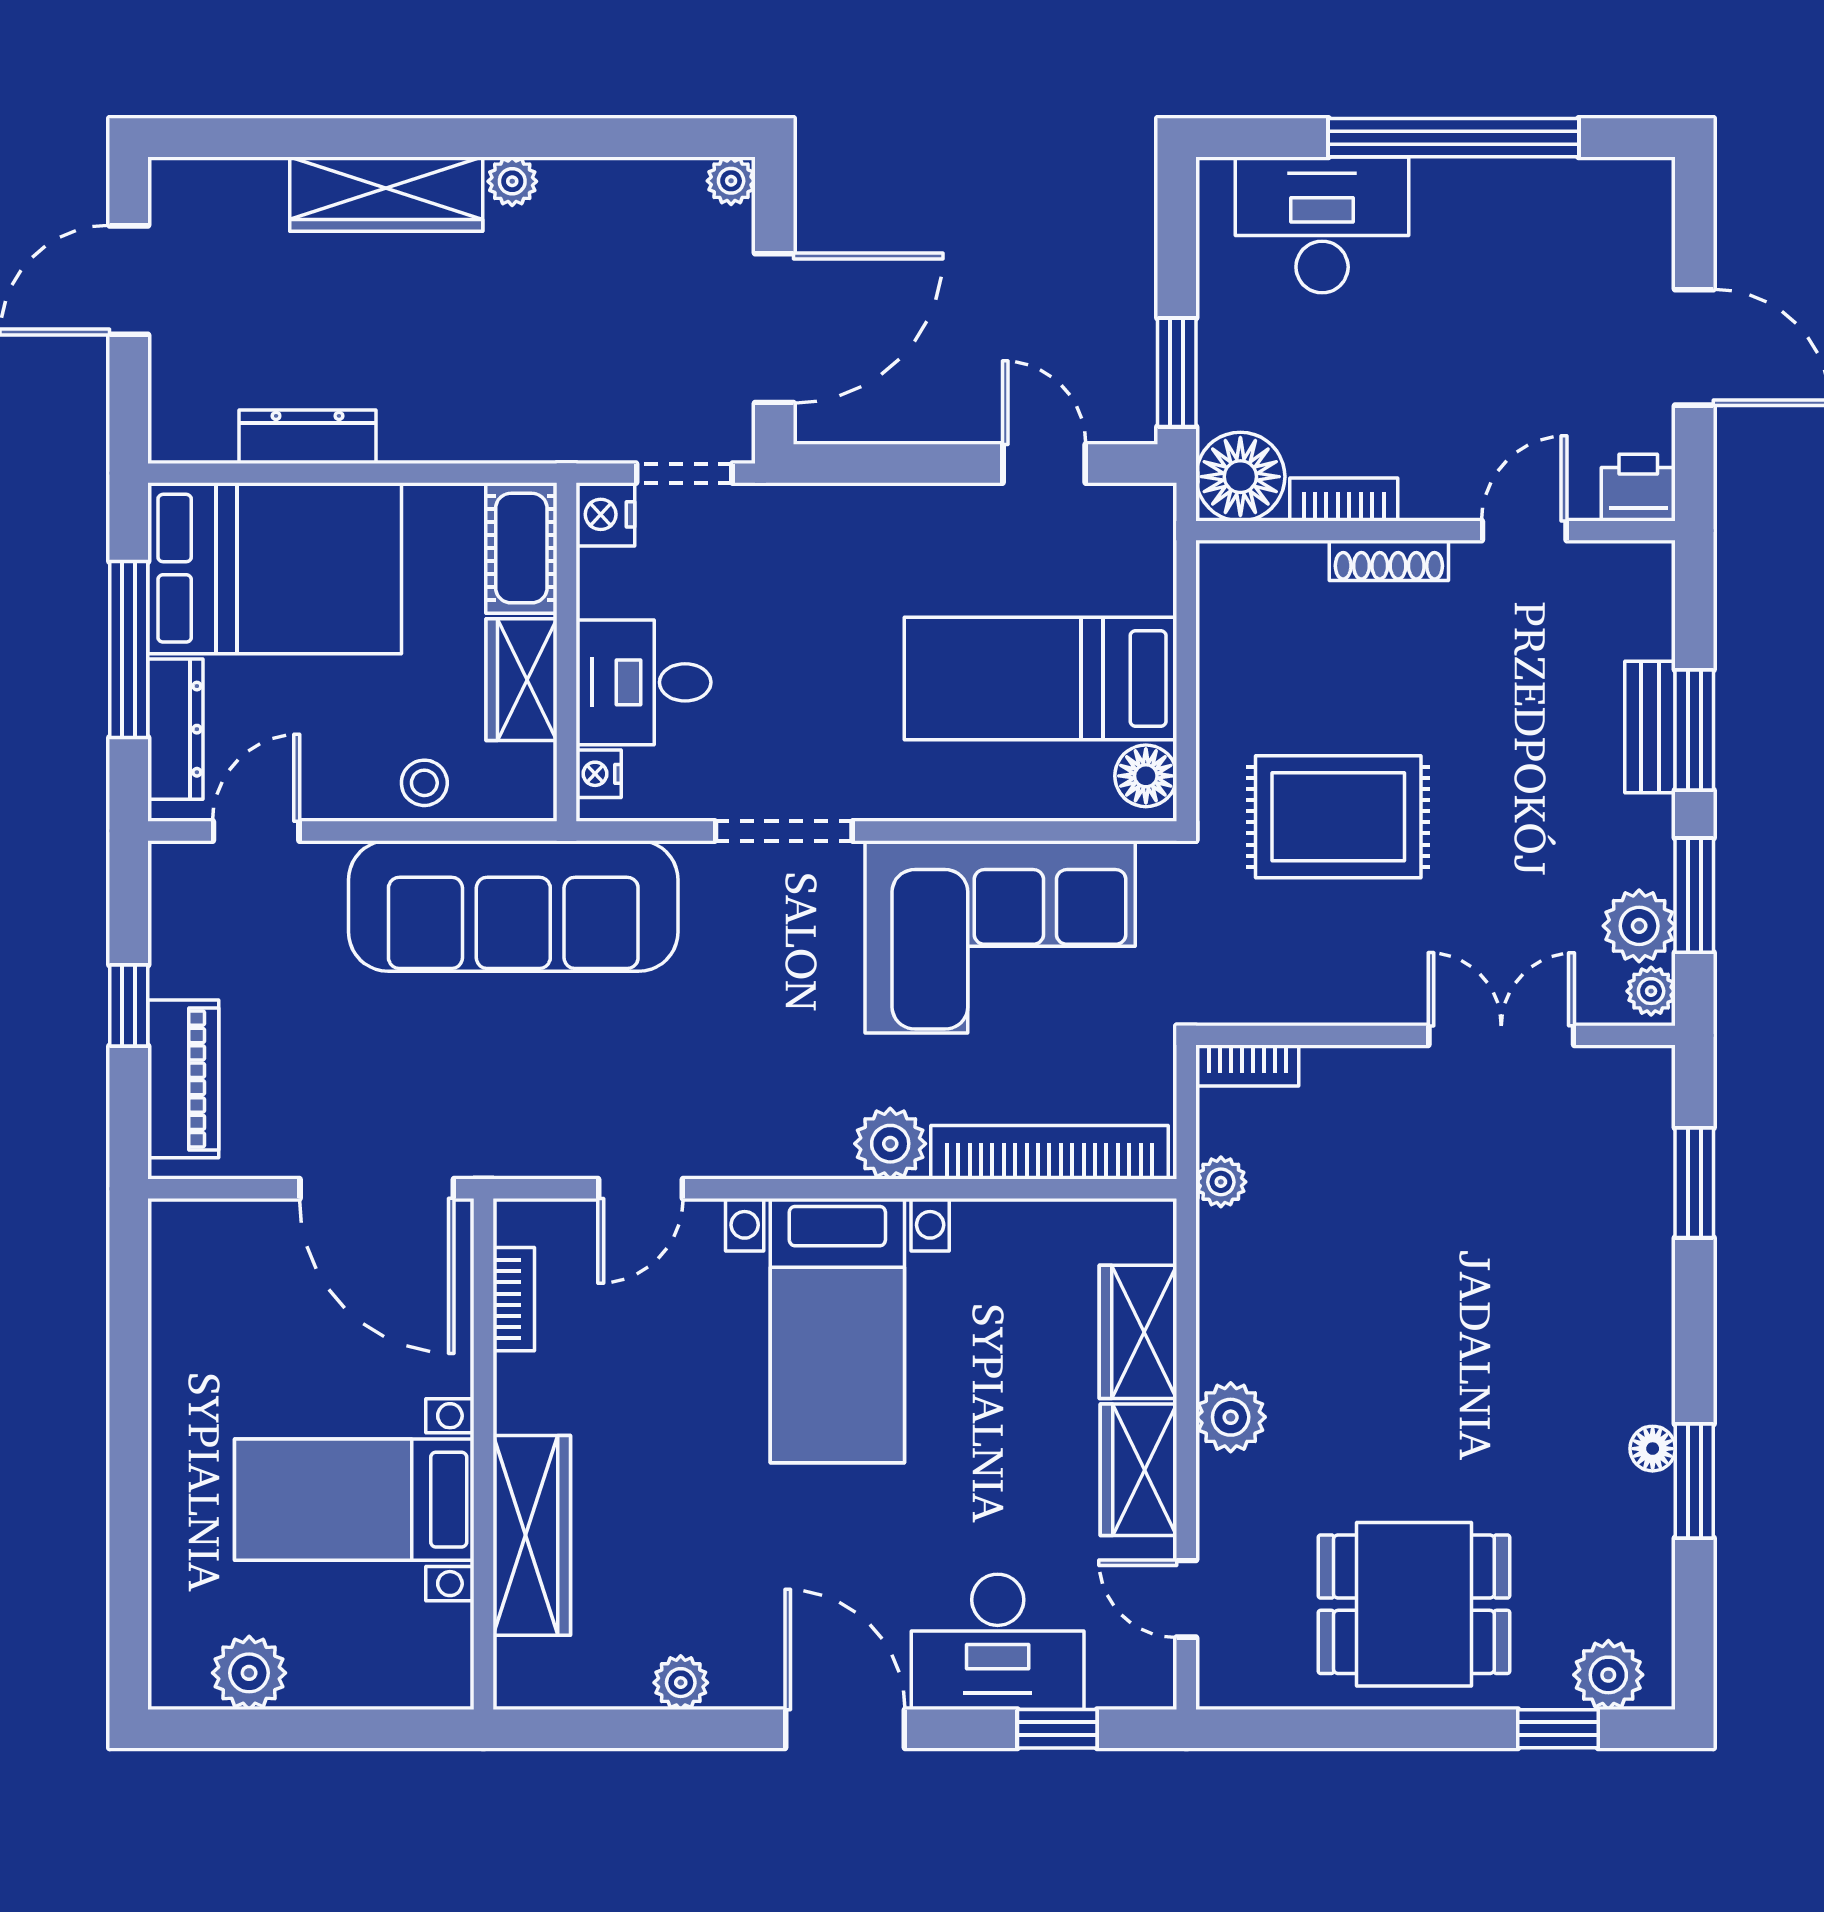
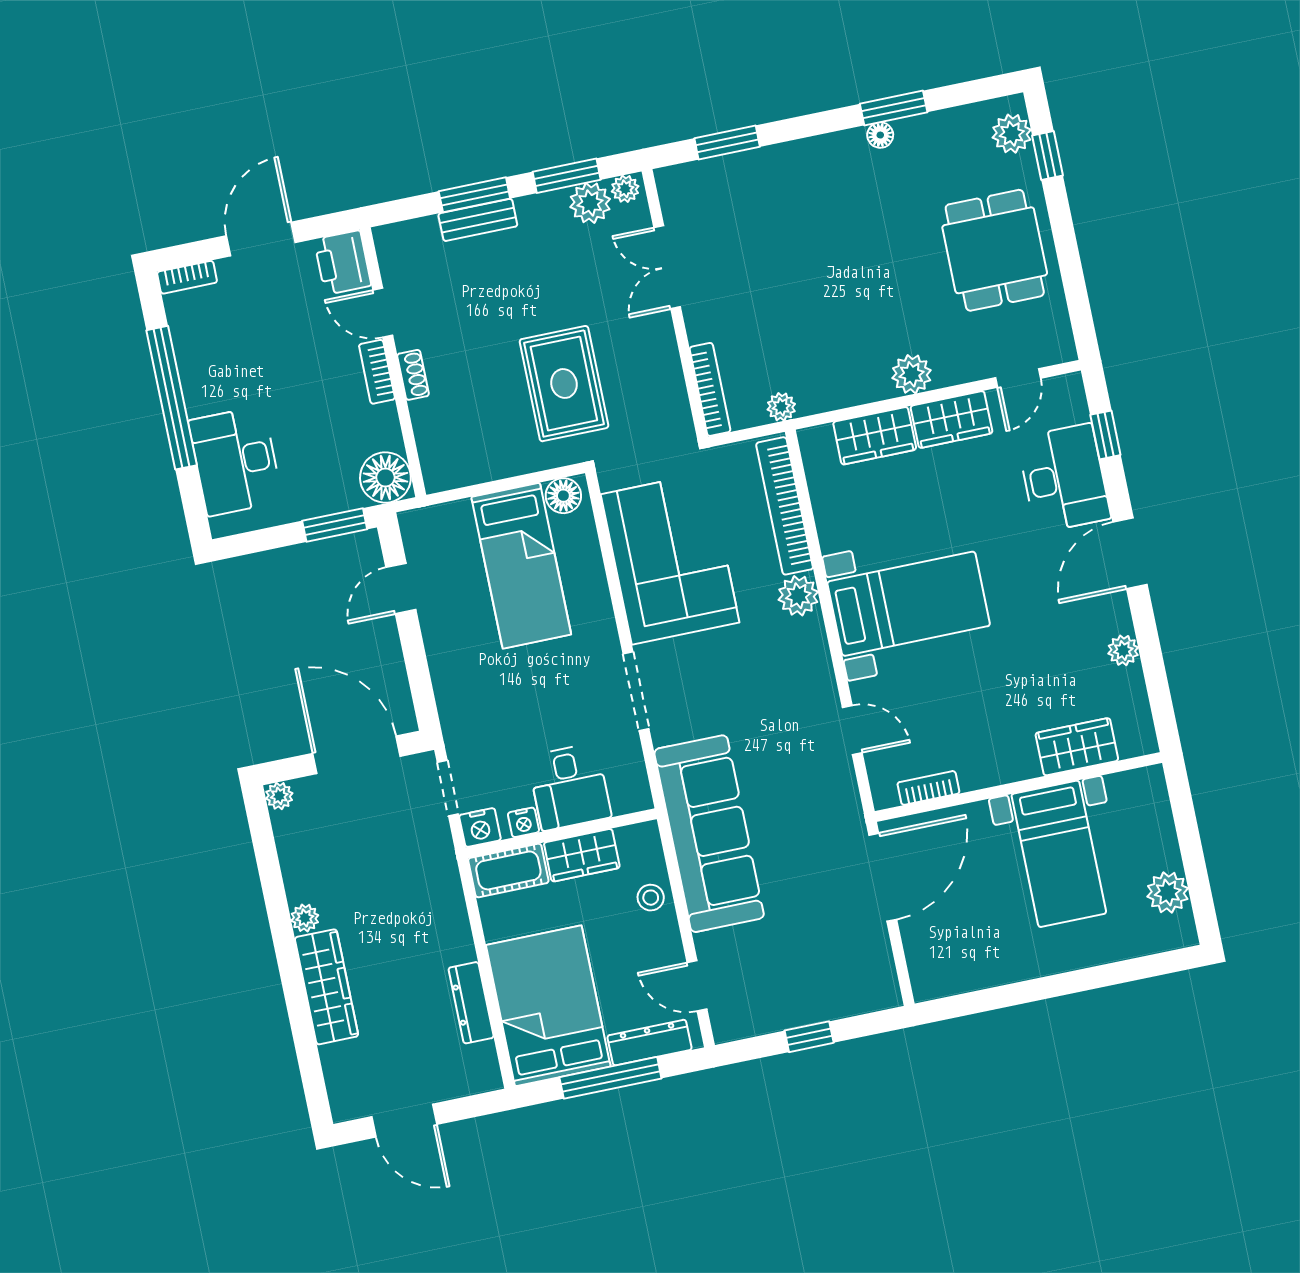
bookcase: (1655, 207) -> (187, 277), added
printer: (1638, 488) -> (343, 263), width x1.36, depth x1.24
bookcase: (1344, 499) -> (377, 372), moved
shoe rack: (1389, 560) -> (413, 375), width x0.70
nightstand: (599, 774) -> (523, 822), moved
bookcase: (1247, 1066) -> (710, 389), width x1.56
piano: (183, 1079) -> (844, 998), removed
wardrobe: (532, 1535) -> (1077, 747), width x0.67

